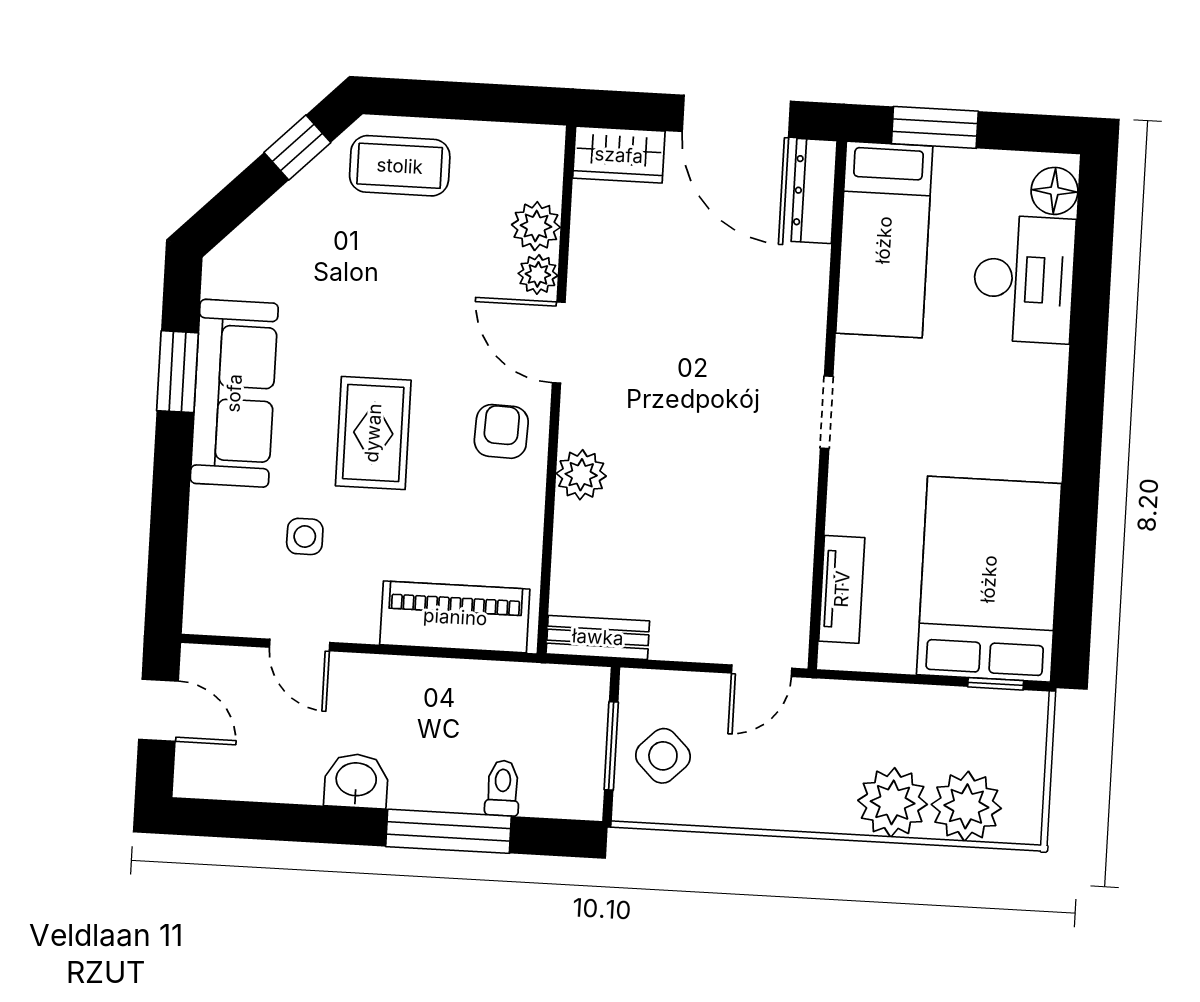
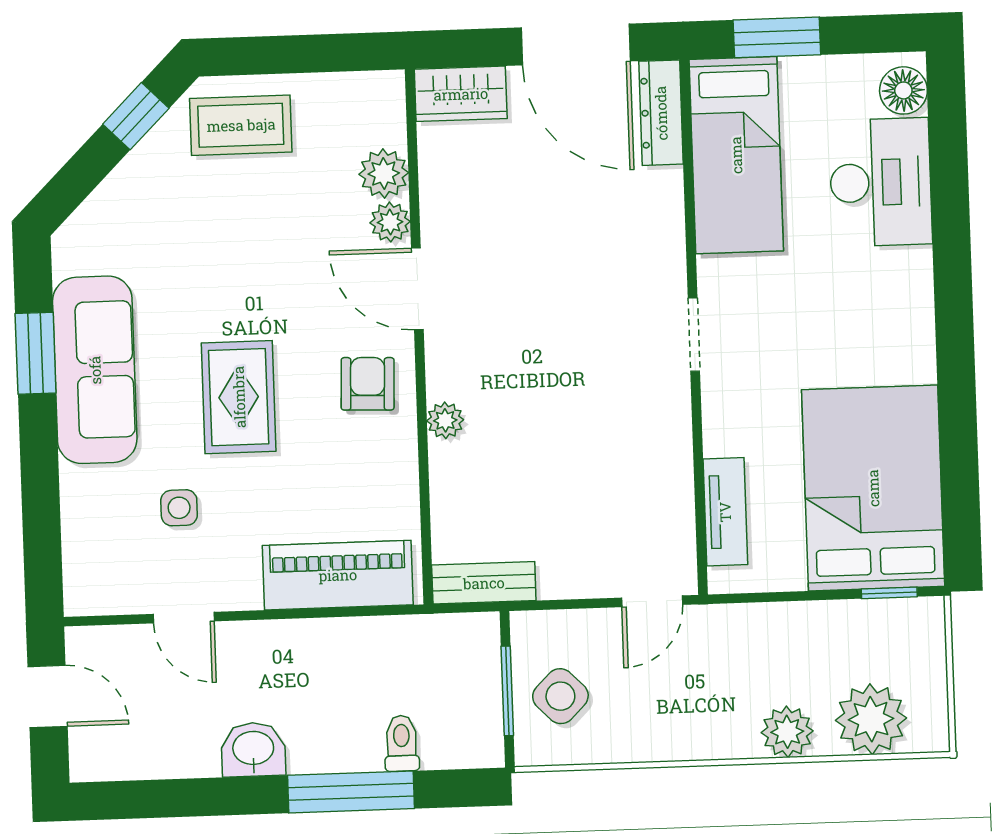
plant: (581, 475) -> (445, 420), width x0.73, depth x0.73
plant: (893, 802) -> (787, 732), width x0.73, depth x0.73

